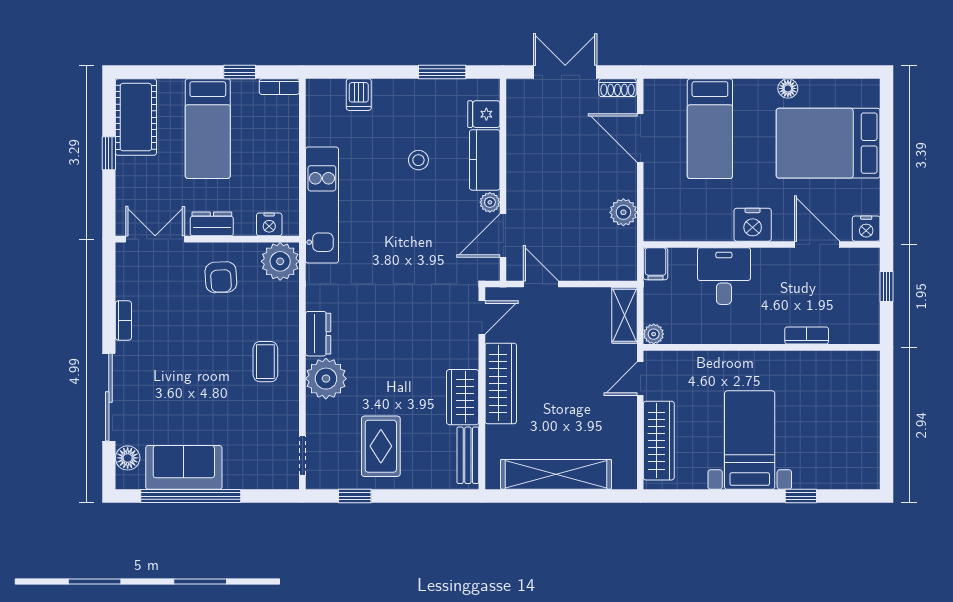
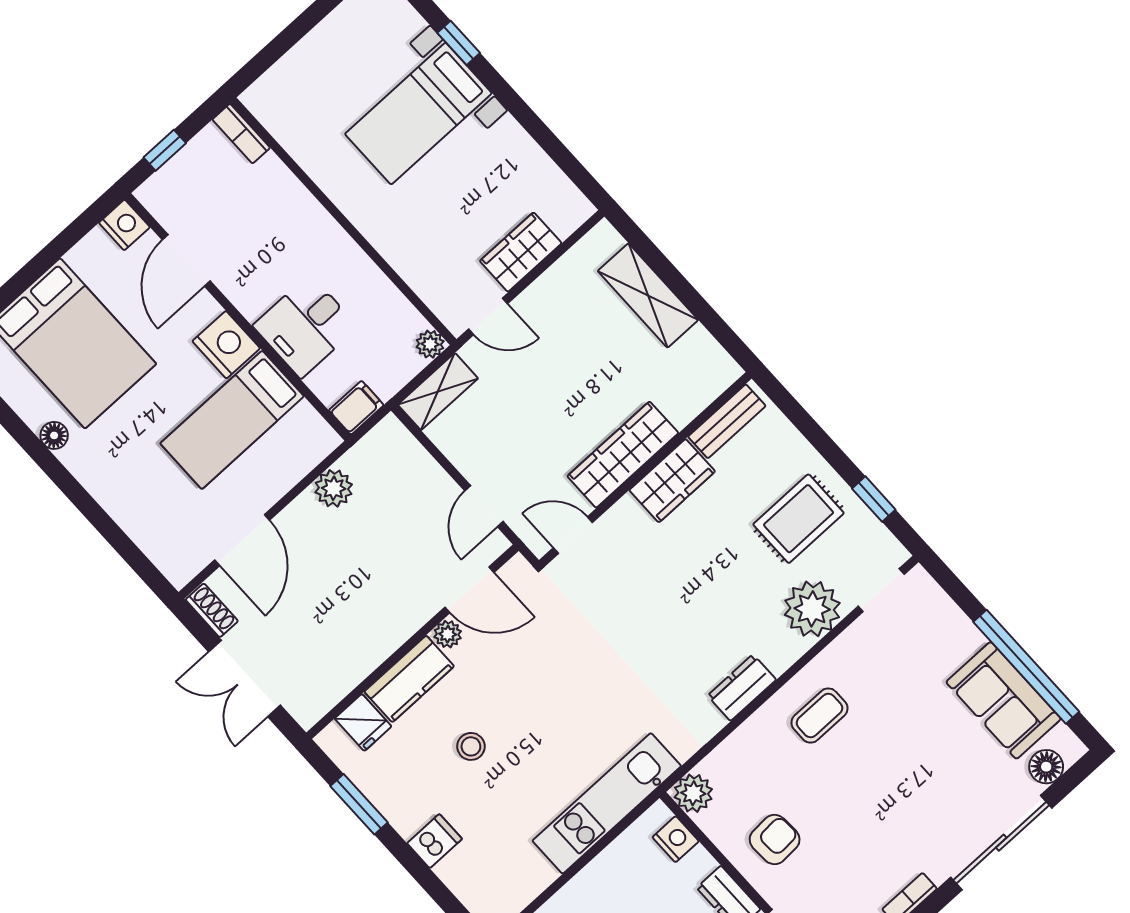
dishwasher: (359, 95) -> (435, 841), moved
bed: (710, 129) -> (232, 420), moved, turned 180
plant: (280, 261) -> (693, 793), width x0.73, depth x0.73
bookcase: (807, 336) -> (241, 134), moved
plant: (326, 379) -> (812, 609), moved
bed with nightstands: (750, 440) -> (418, 114), moved
wardrobe: (659, 441) -> (521, 252), width x0.67
shelving: (556, 474) -> (648, 295), width x0.68

